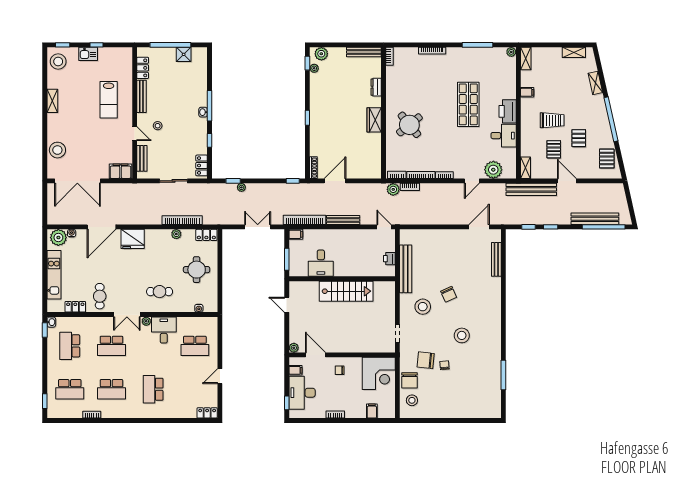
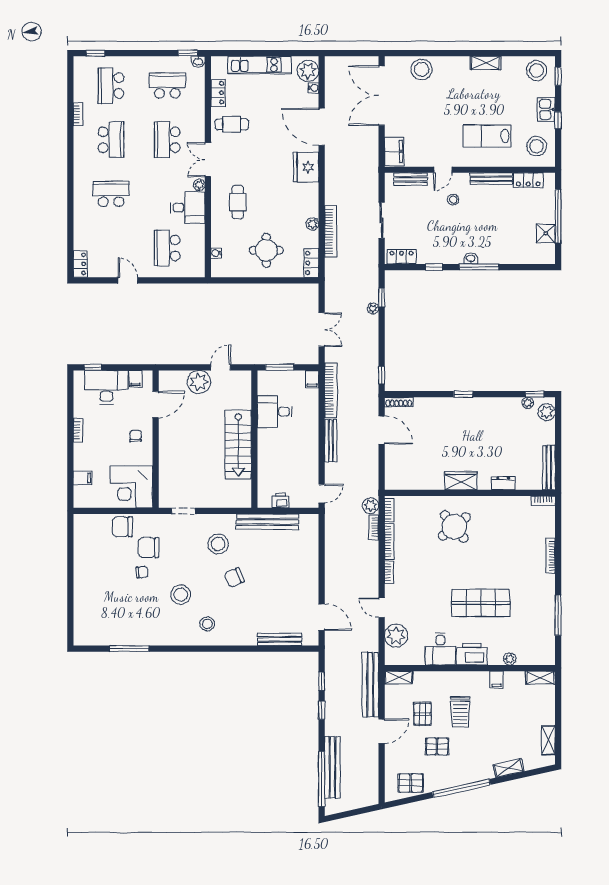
plant: (511, 52) -> (510, 659), moved
stool: (116, 61) -> (537, 146), added
pallet: (554, 149) -> (423, 714), turned 90
plant: (294, 348) -> (199, 382), moved, width x1.88, depth x1.88
chair: (426, 360) -> (149, 548), turned -96
school desk: (111, 389) -> (111, 140), turned 180
stool: (412, 400) -> (207, 624), moved

